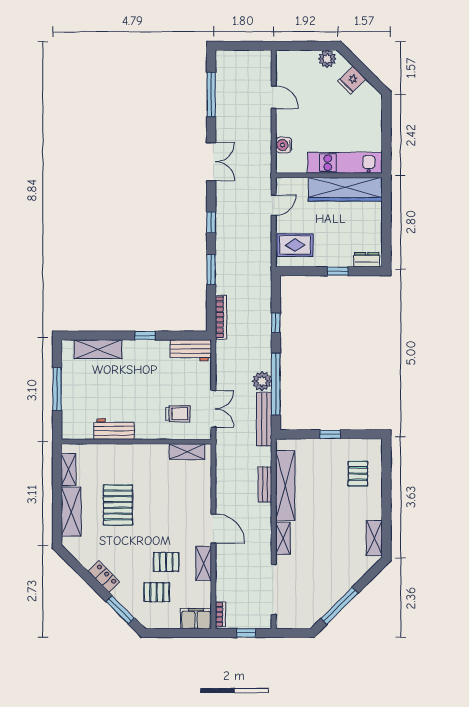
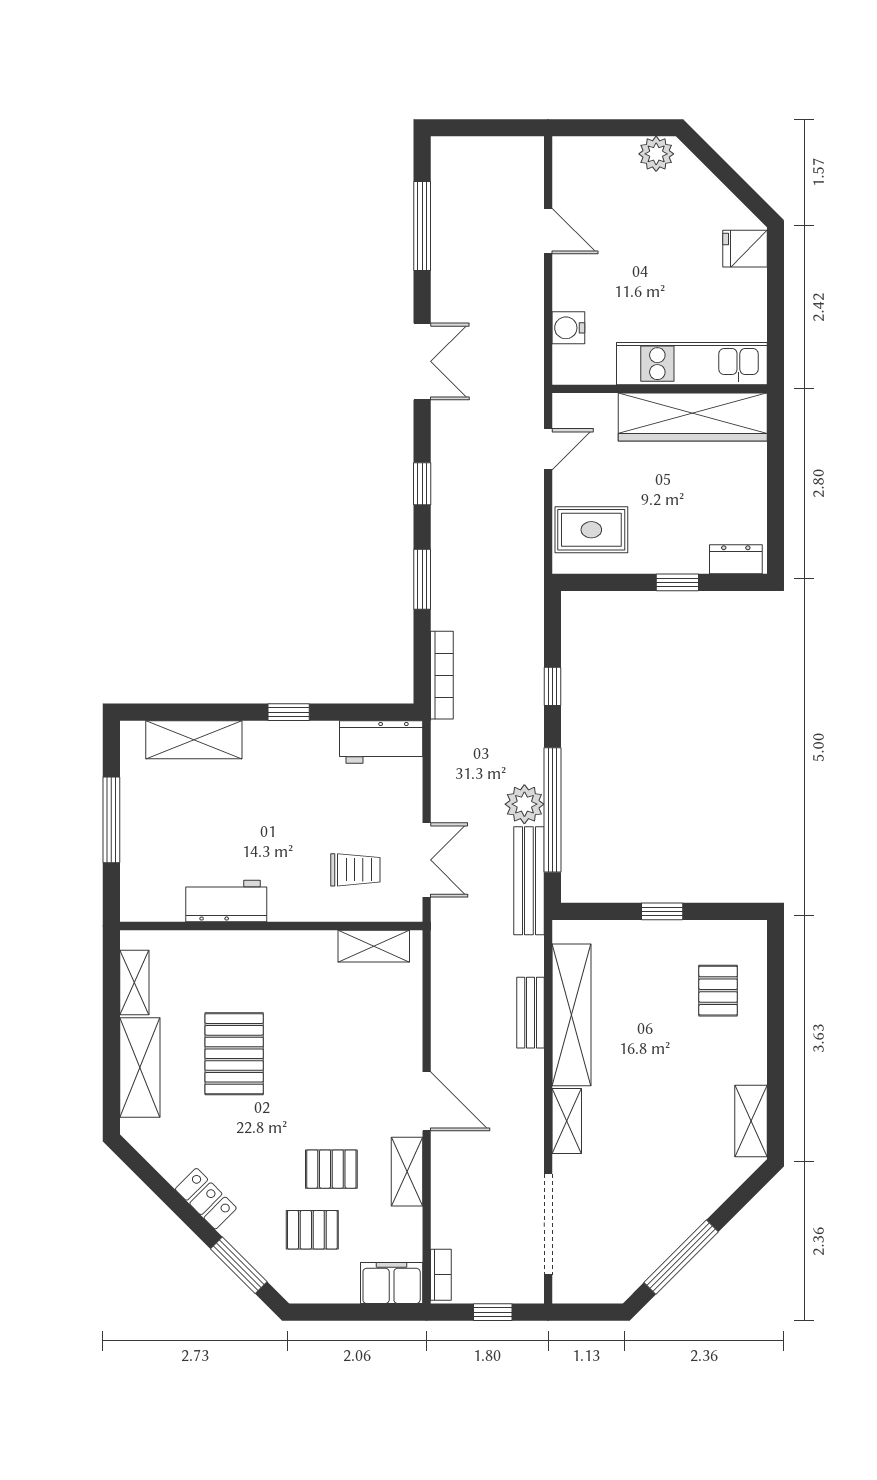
fridge: (352, 80) -> (745, 249), moved, turned 45

